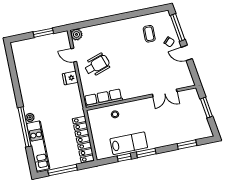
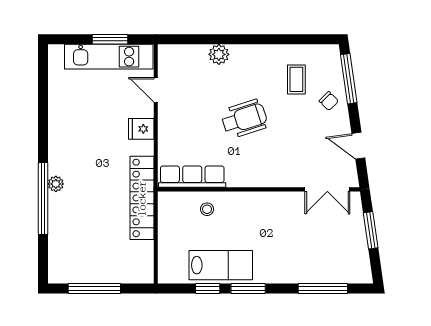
plant: (76, 34) -> (219, 54), moved
door: (187, 53) -> (358, 146), moved
wheelchair: (97, 65) -> (244, 119), moved
double door: (165, 93) -> (327, 189), moved
locker: (83, 139) -> (142, 198), moved
window: (187, 145) -> (323, 289), width x1.44
kitchen unit: (38, 146) -> (109, 57), moved, turned 90

